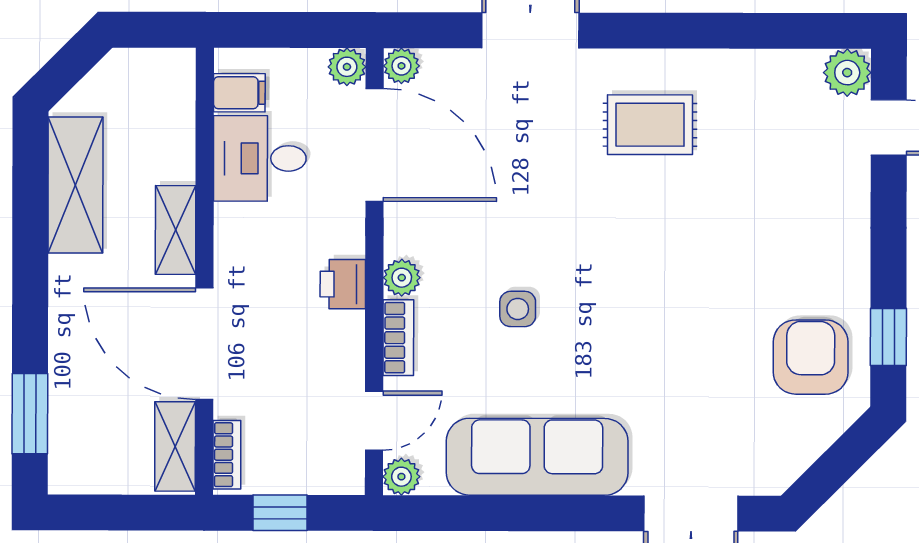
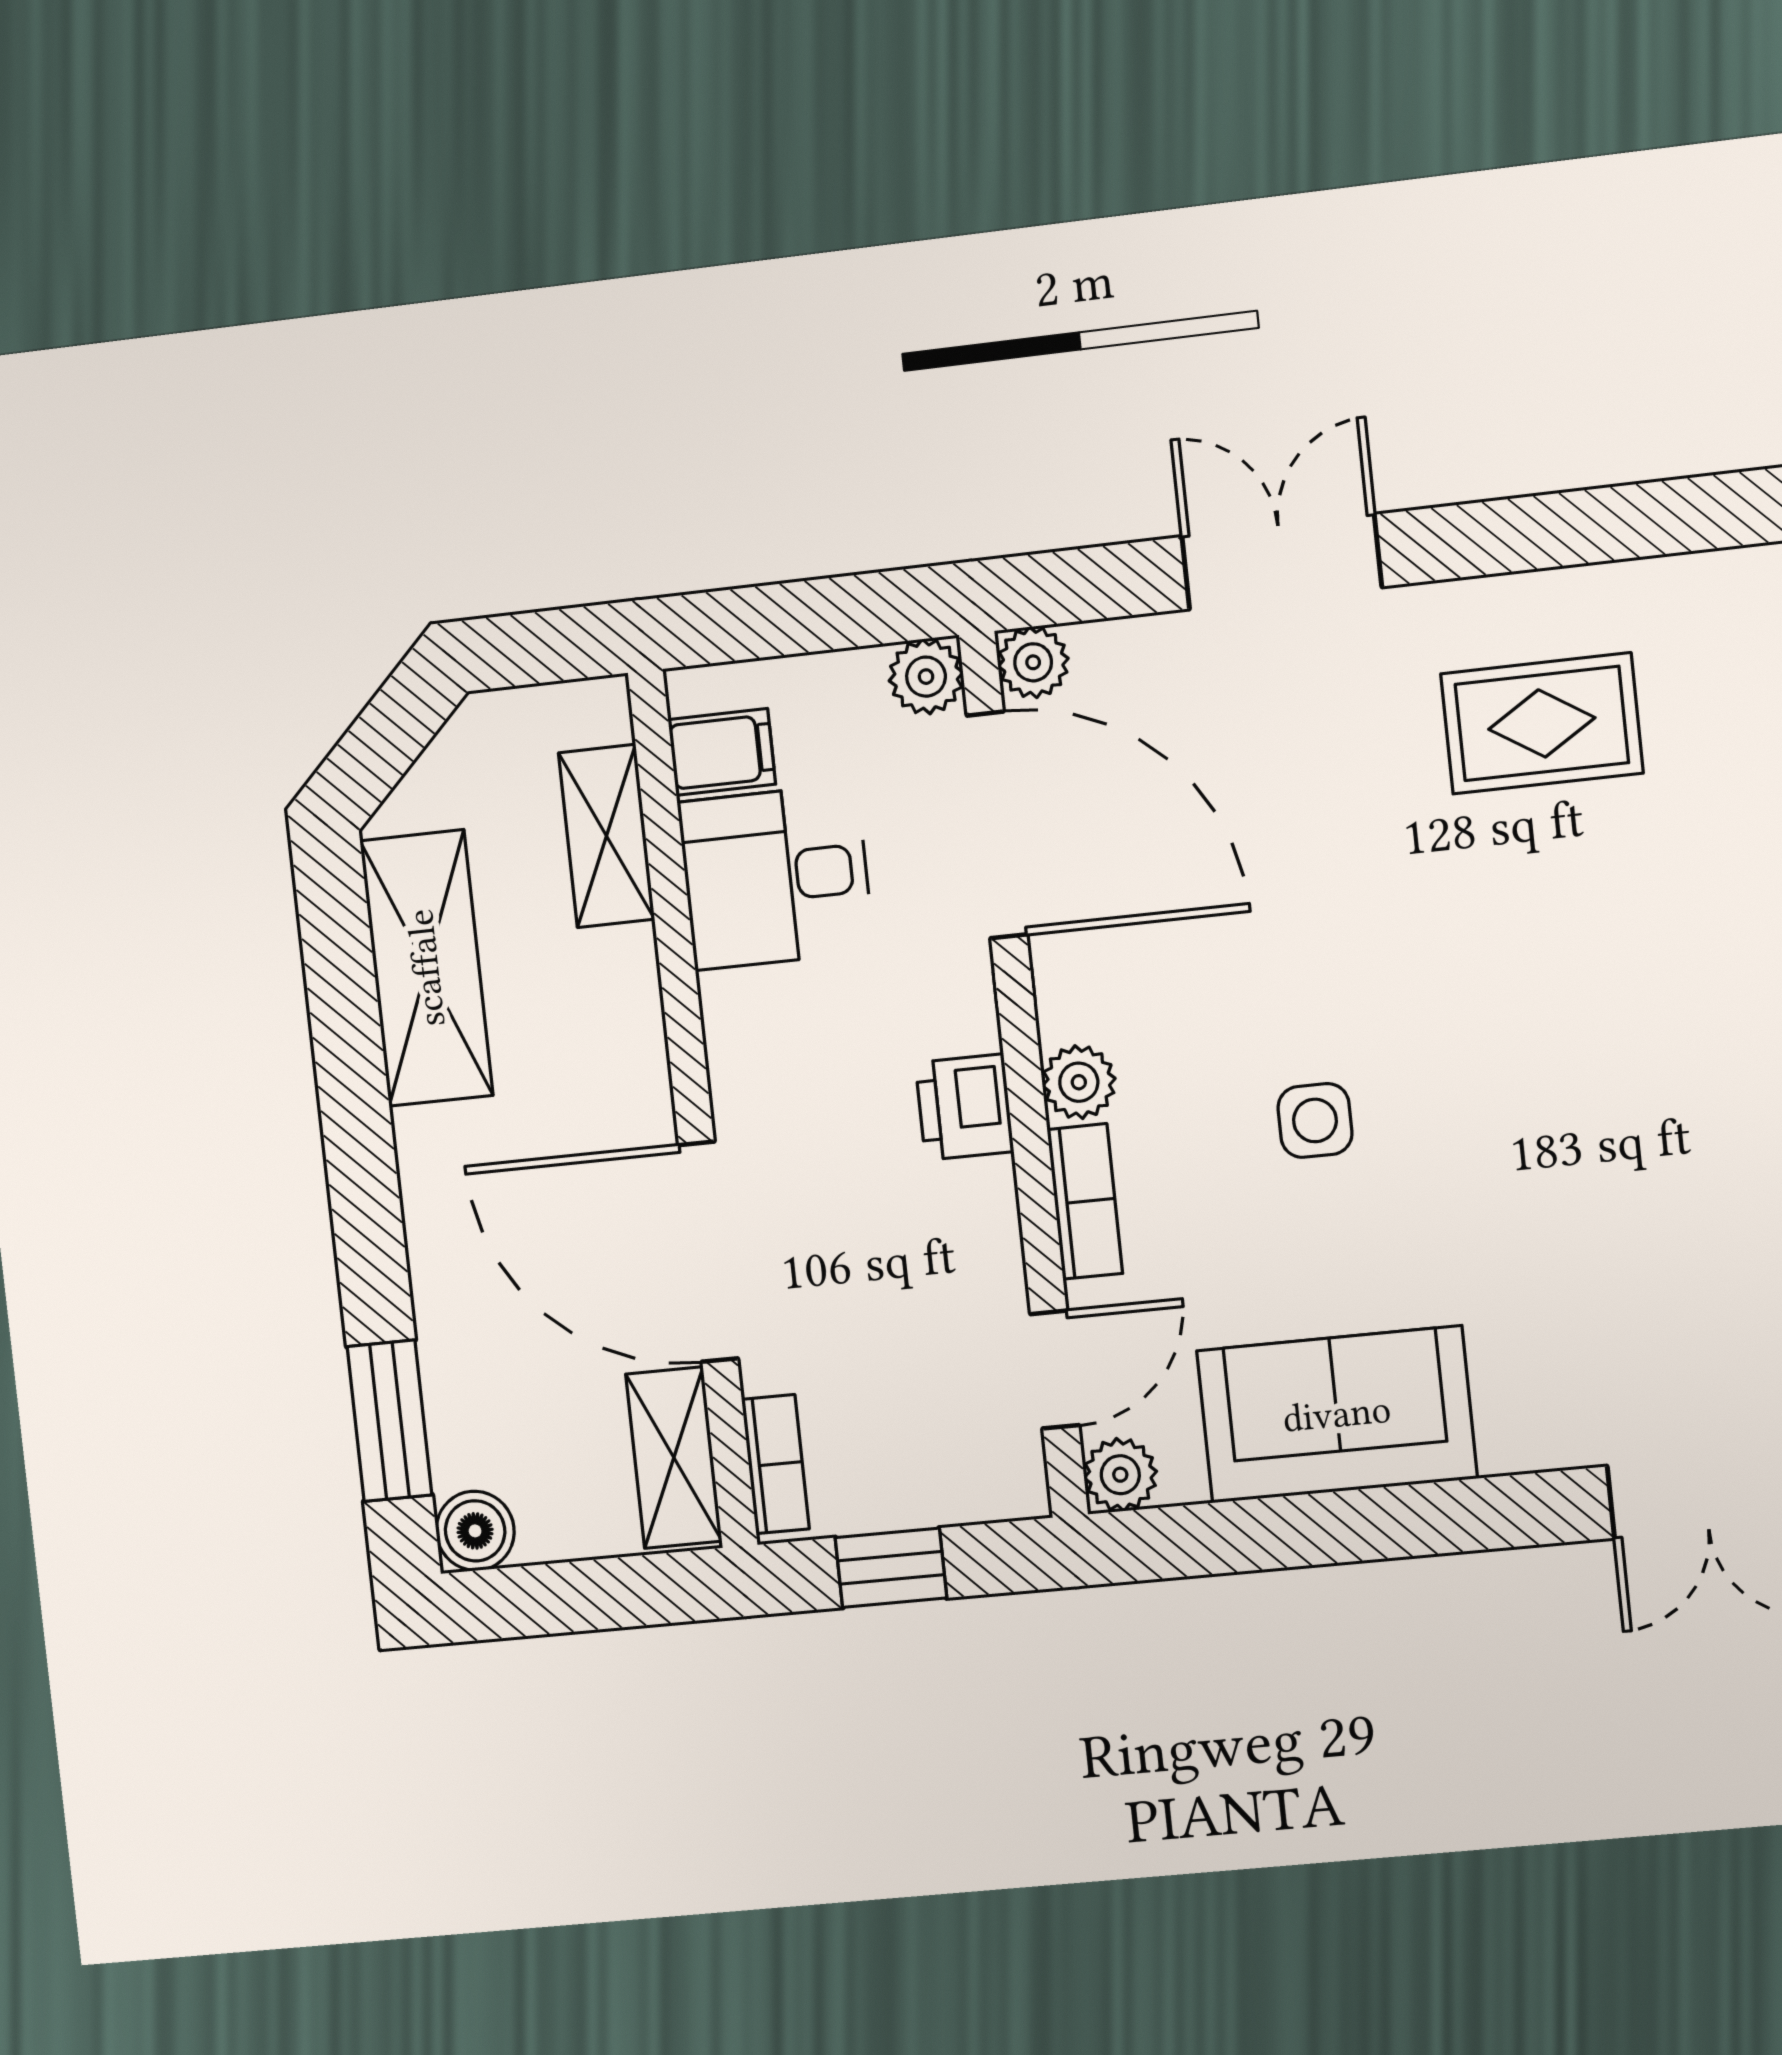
shelving: (176, 230) -> (606, 836), moved
sofa: (537, 457) -> (1337, 1414), width x0.73
boiler: (68, 474) -> (475, 1531), added

